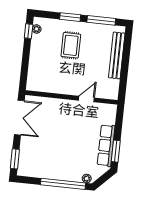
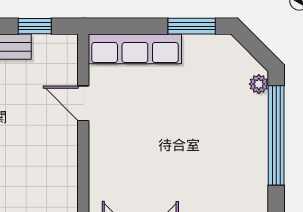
window: (123, 81) -> (35, 26), added
row of seats: (106, 145) -> (135, 49), moved

